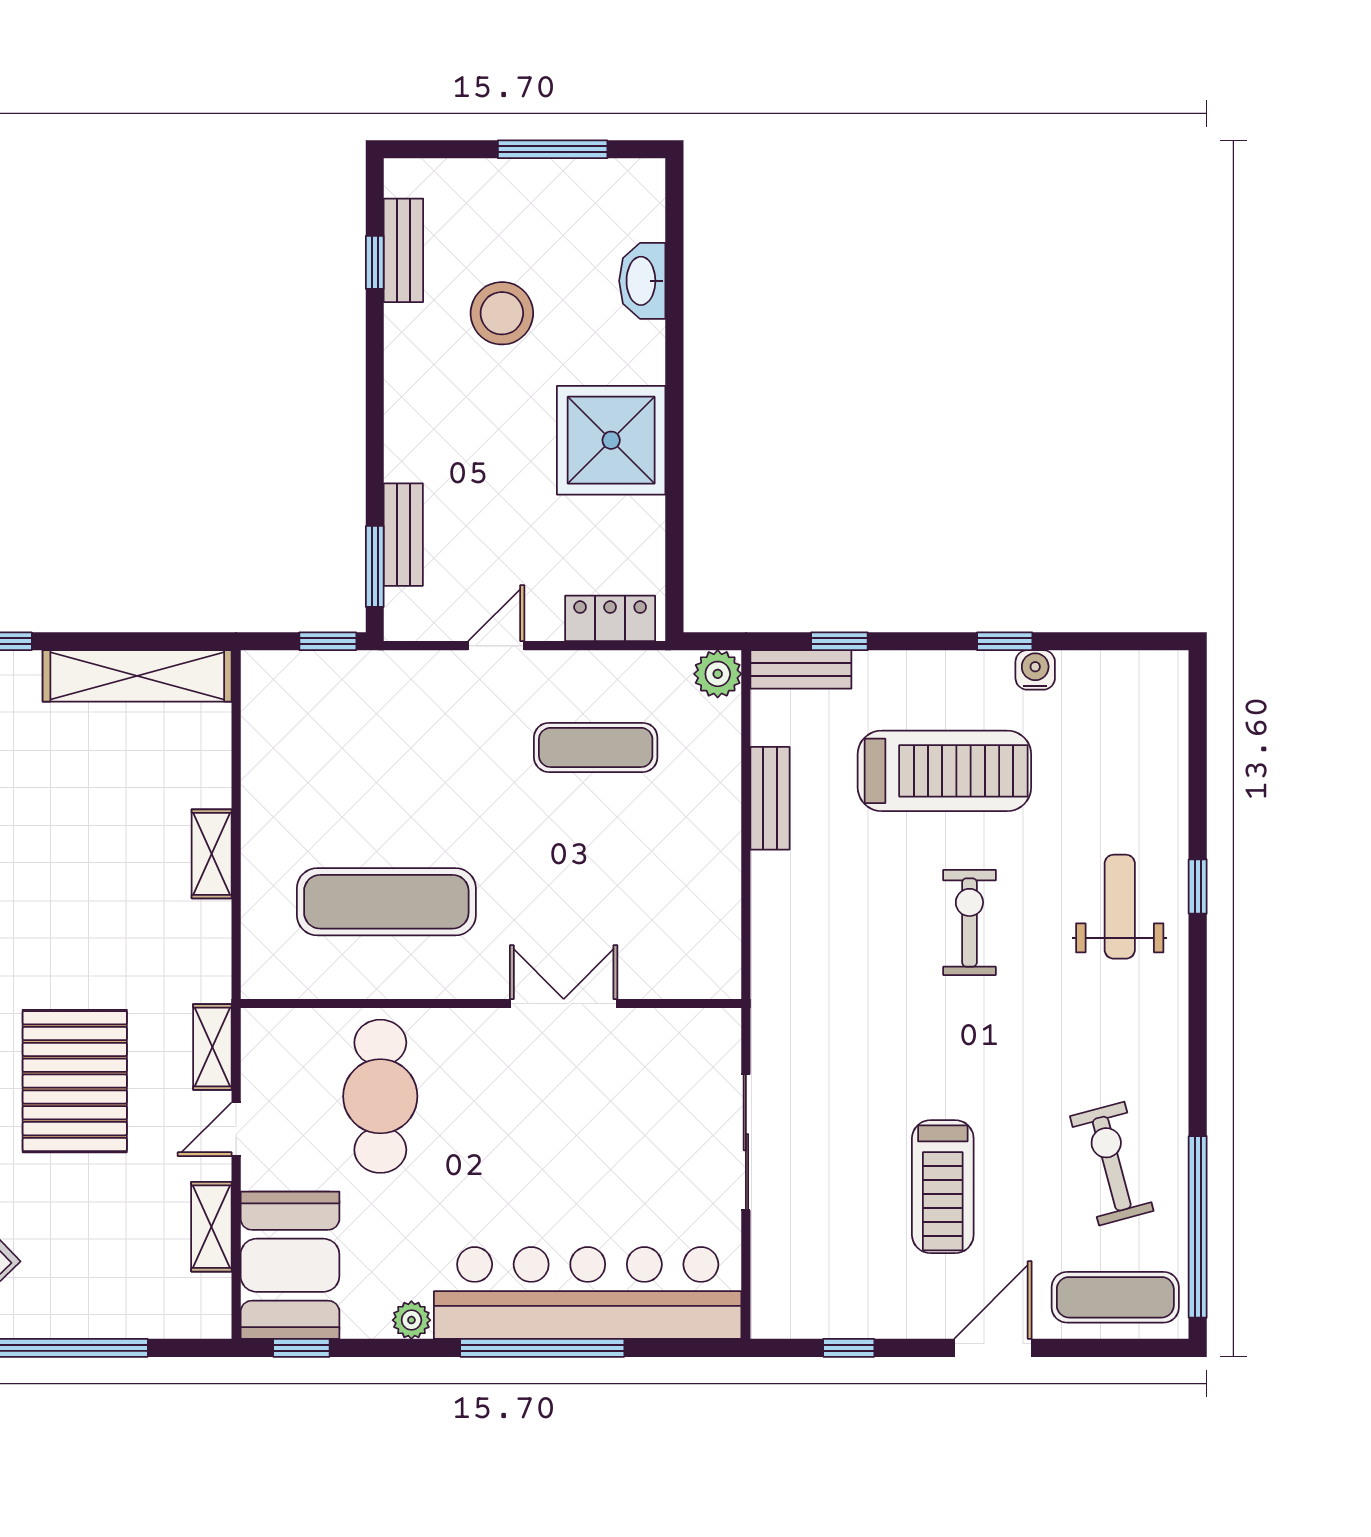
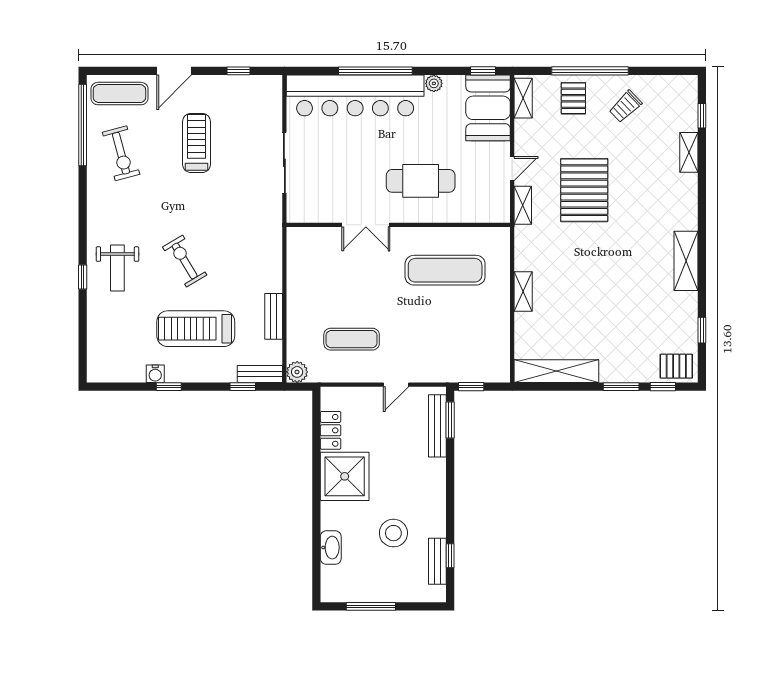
bench: (403, 535) -> (437, 426), width x1.36
locker: (610, 618) -> (331, 430), moved, turned -90
exercise bike: (969, 922) -> (185, 261), turned 149
cafe table: (380, 1096) -> (421, 181), moved, turned 90
shelving: (211, 1227) -> (523, 98), moved
pallet: (99, 1287) -> (573, 98), added

